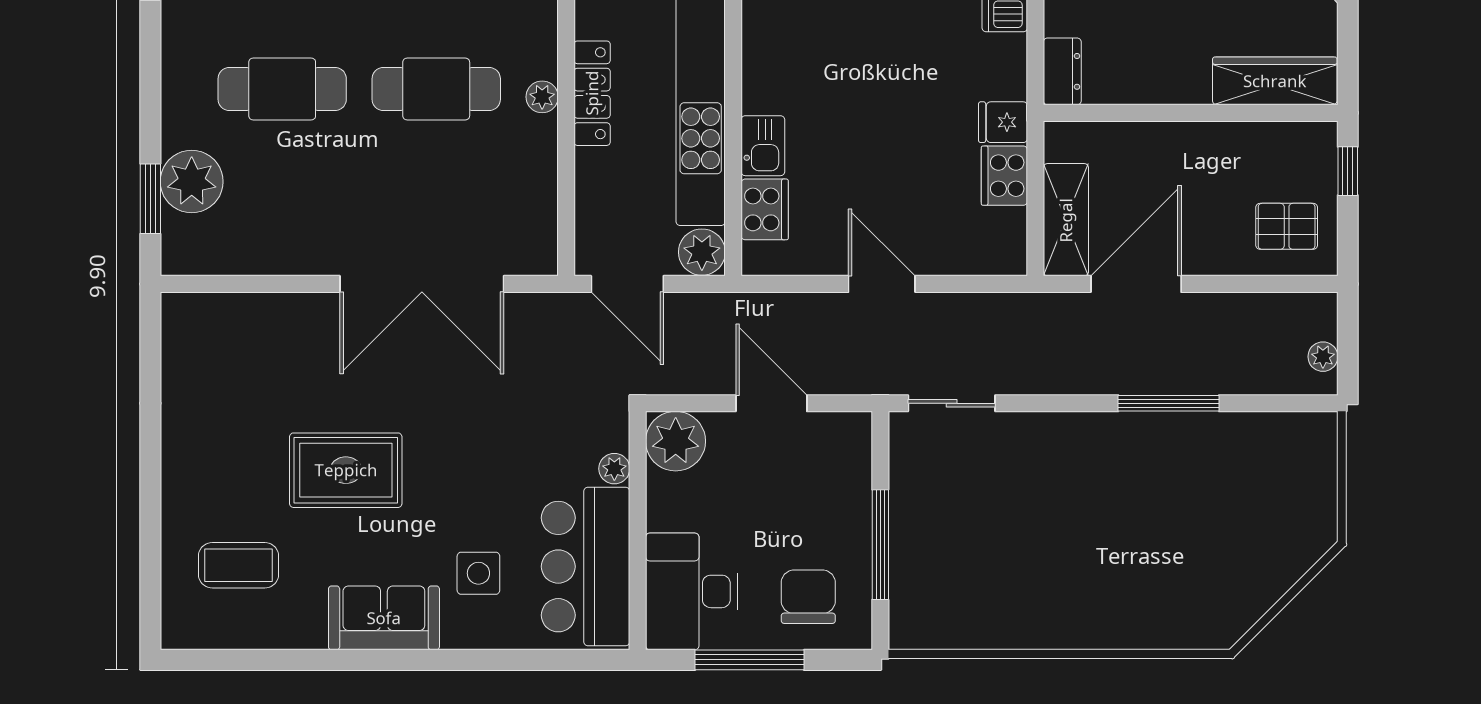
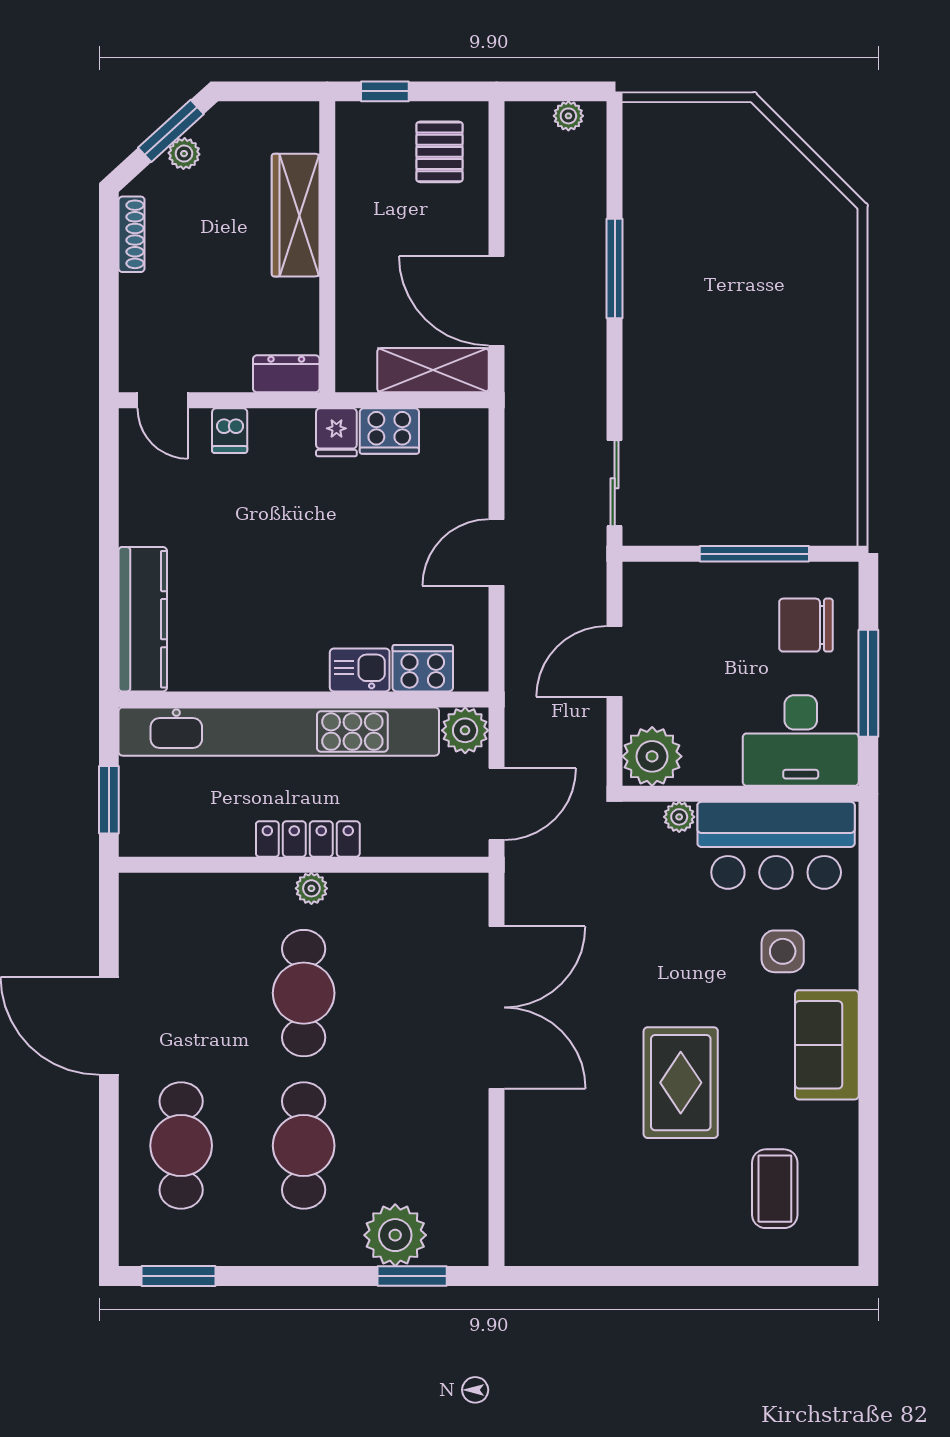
wardrobe: (1275, 81) -> (296, 215), moved

